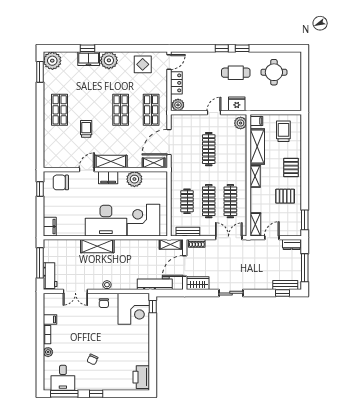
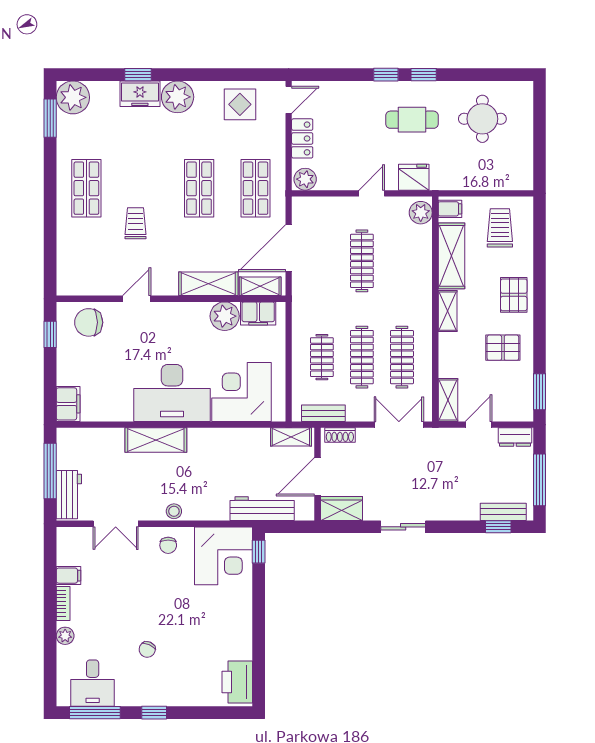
shelving: (111, 162) -> (208, 284), moved
filing cabinet: (108, 178) -> (258, 313), moved

